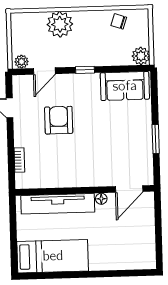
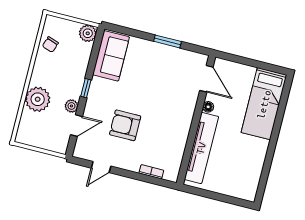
plant: (22, 62) -> (71, 106), moved
door: (44, 71) -> (76, 126), hinge flipped
bed: (53, 256) -> (264, 104), moved, turned 180

